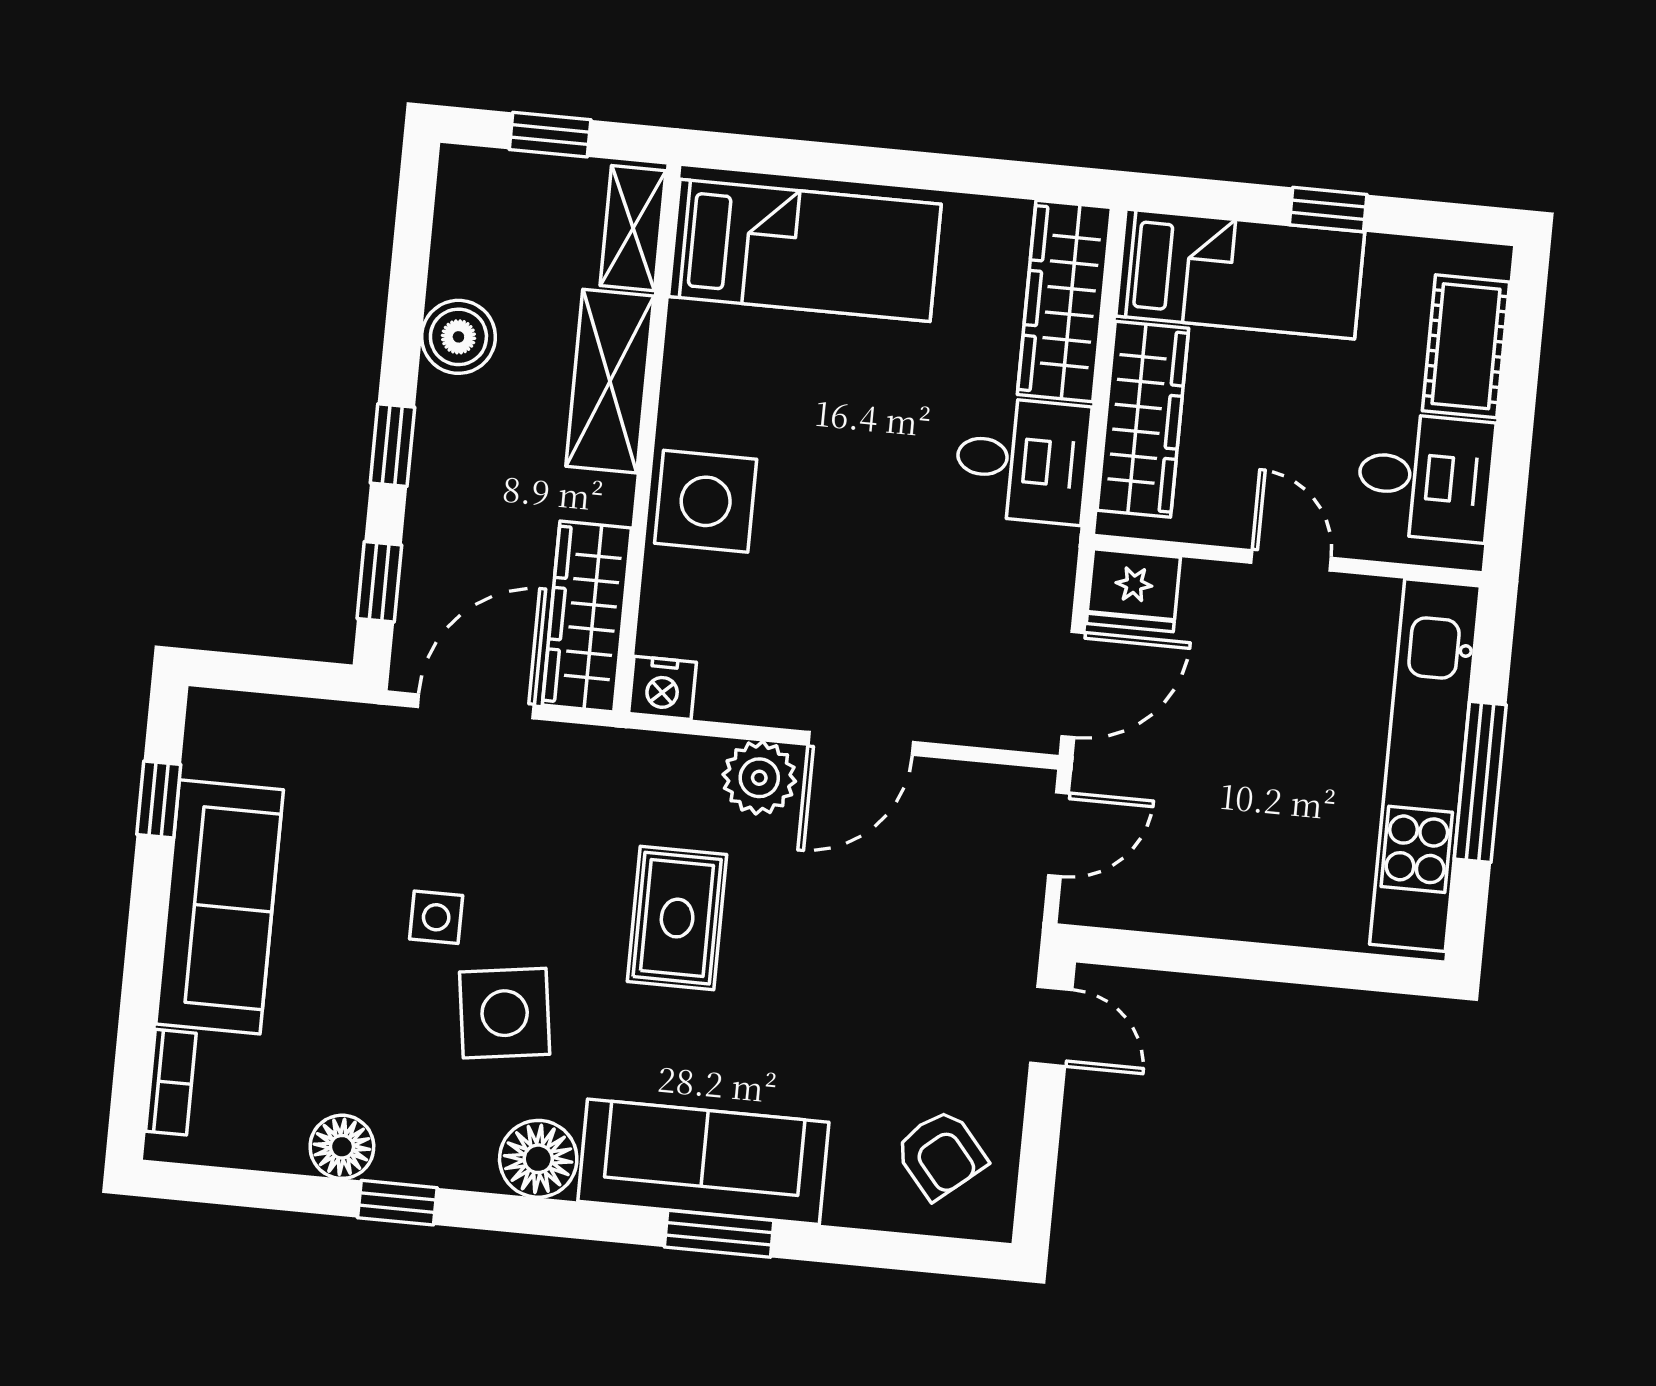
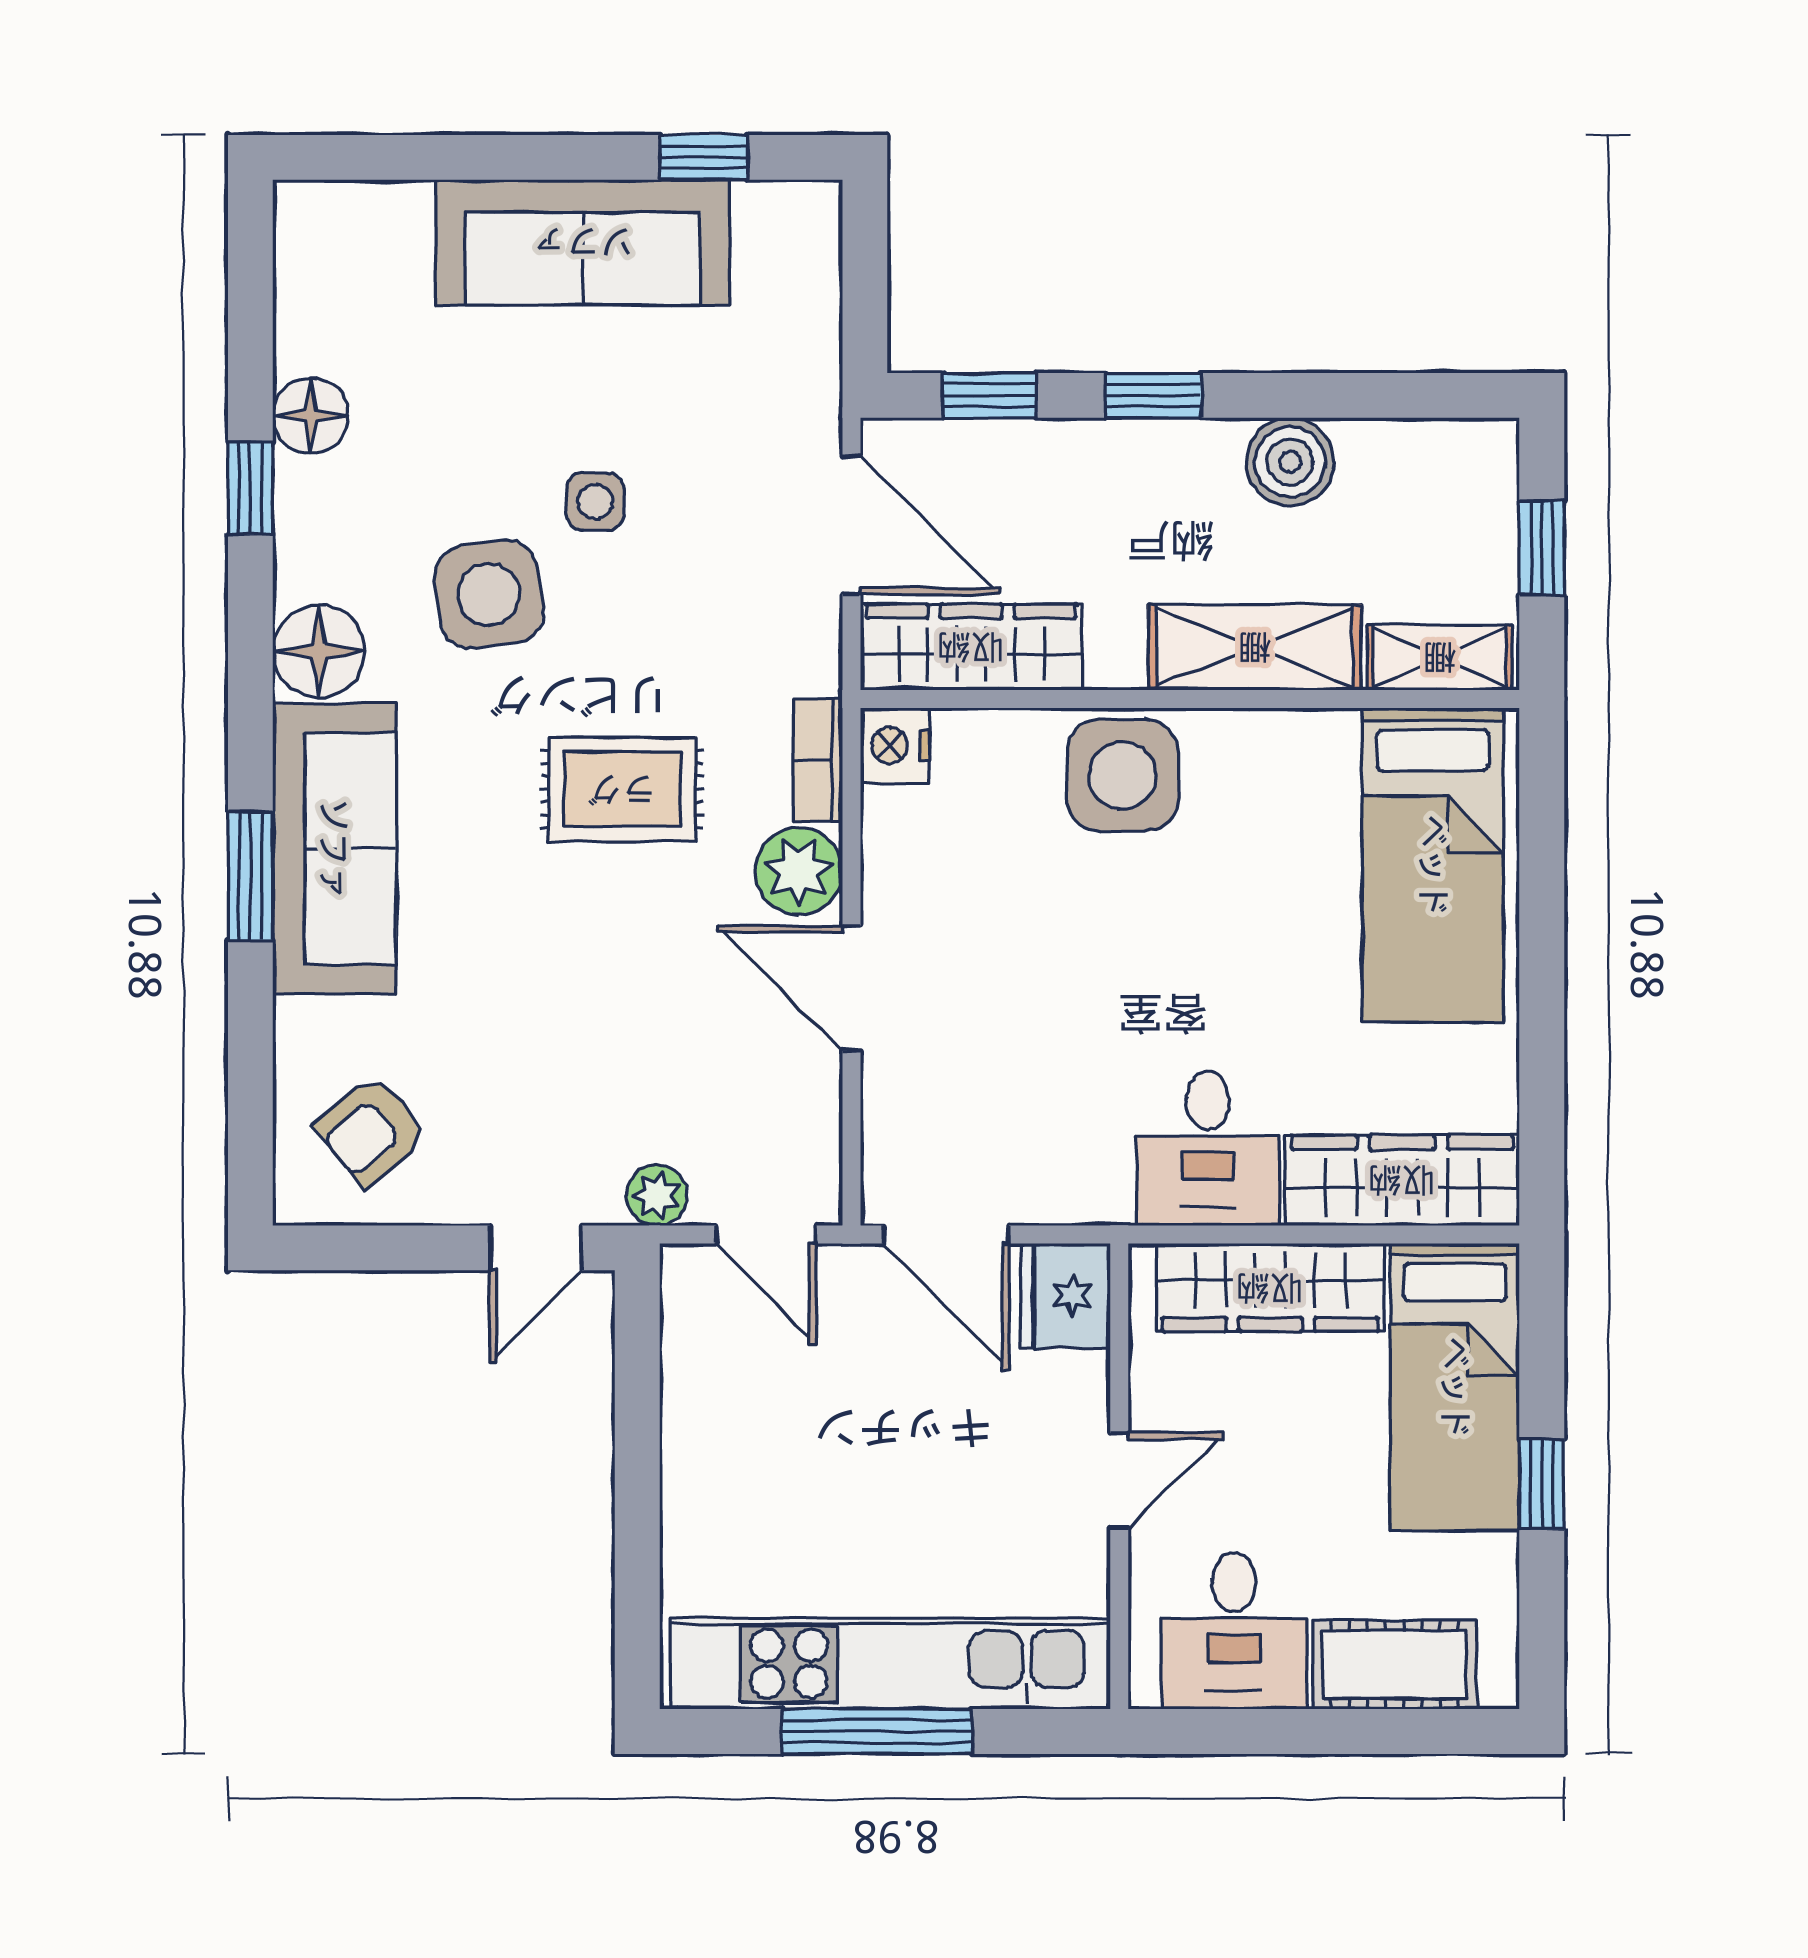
plant: (1017, 921) -> (657, 1195), added
bookcase: (171, 1082) -> (818, 760), moved, turned 90

